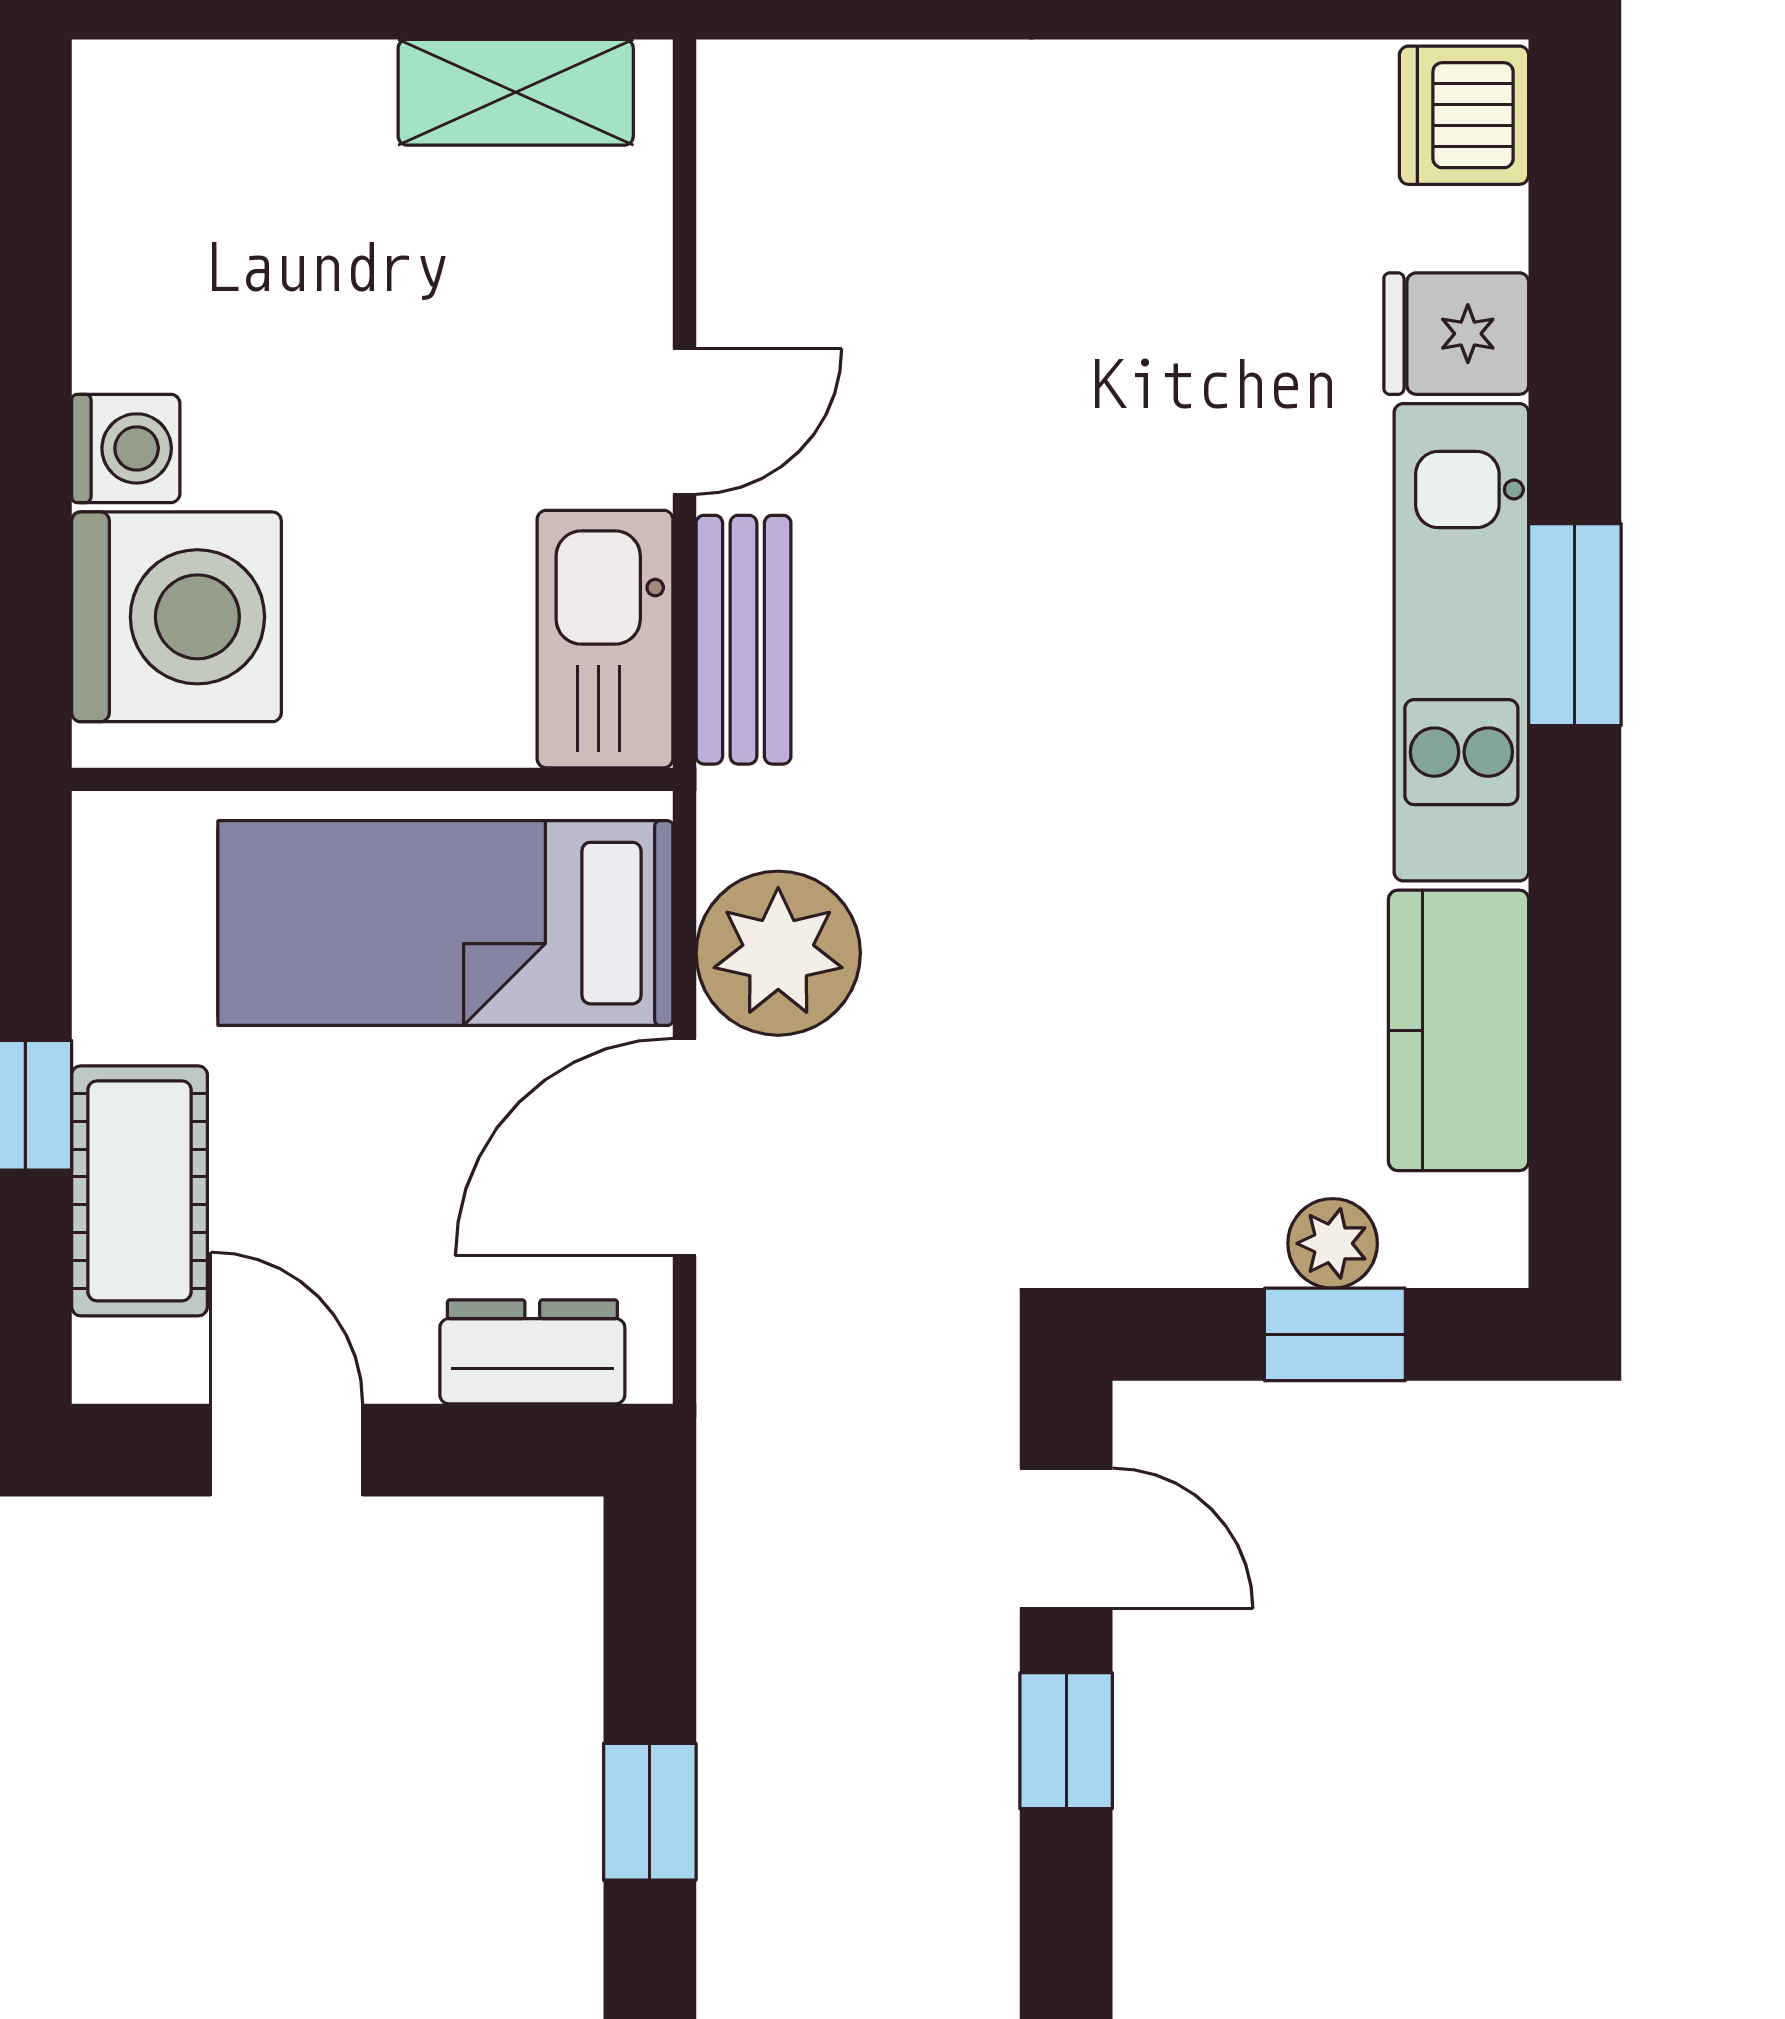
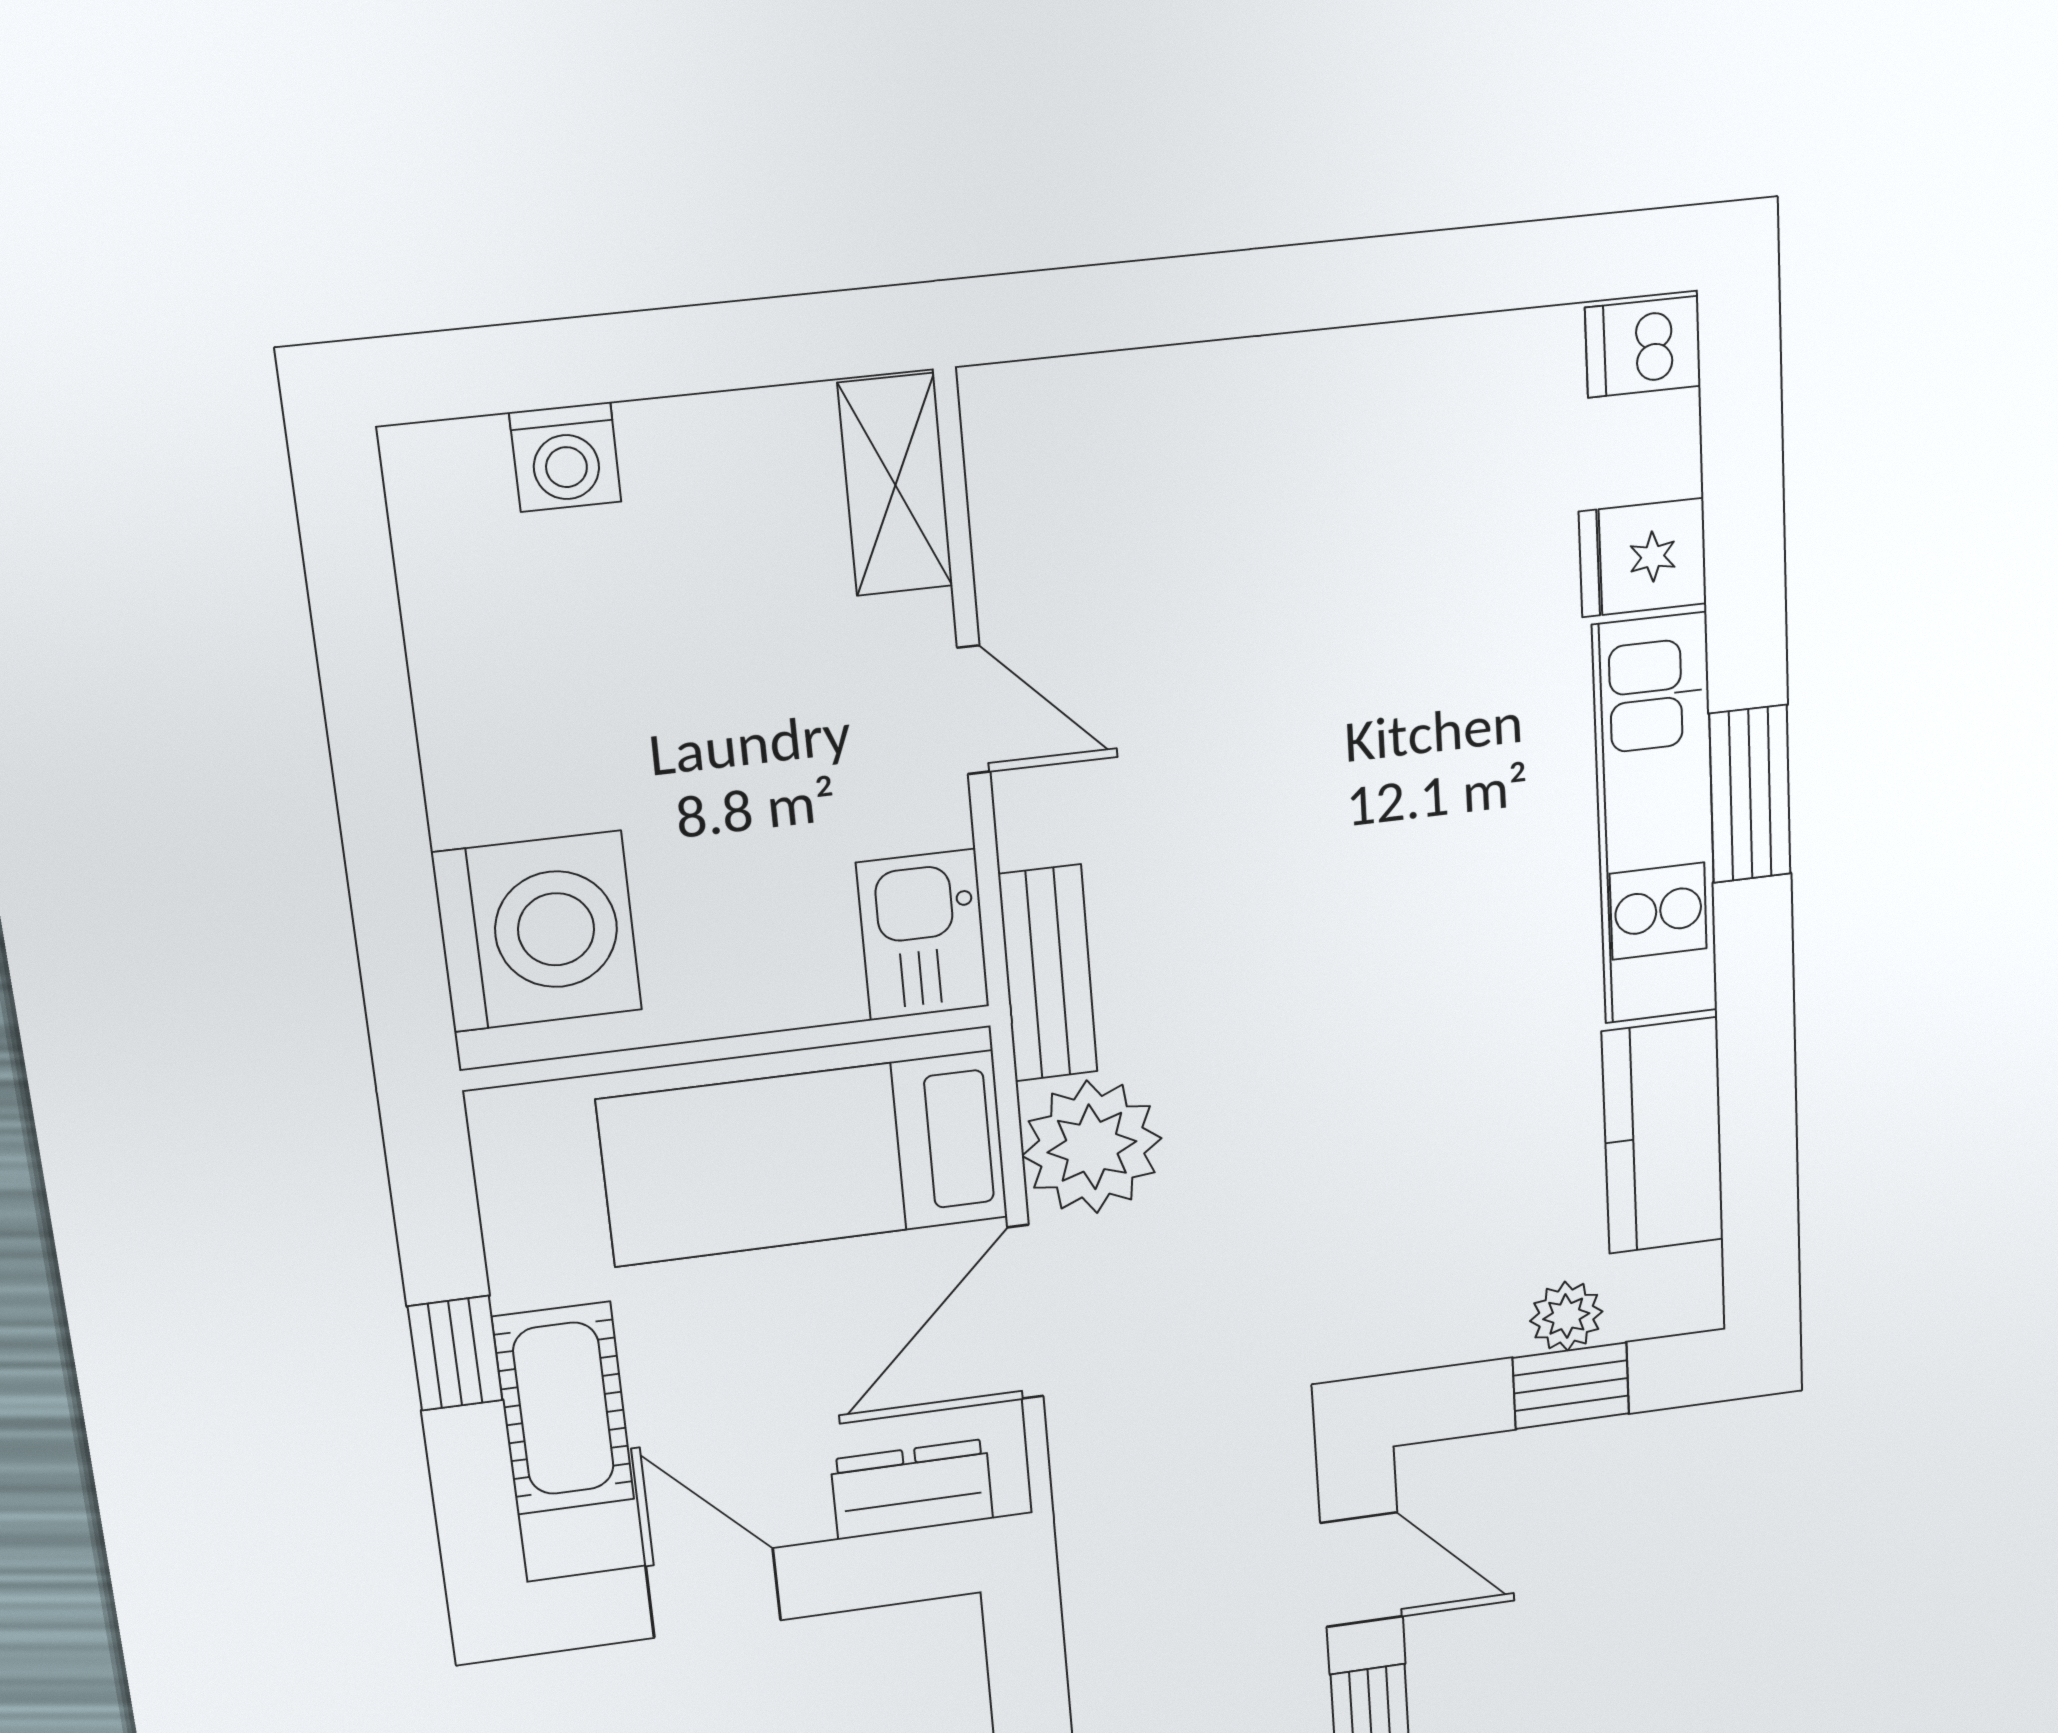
shelving: (516, 92) -> (895, 485), moved, turned 90
dishwasher: (1464, 115) -> (1643, 347), width x0.73
door: (684, 421) -> (974, 710), hinge flipped
washing machine: (126, 448) -> (565, 457), moved, turned 90
kitchen sink: (605, 639) -> (923, 935), width x0.73
bench: (743, 640) -> (1048, 973), moved

